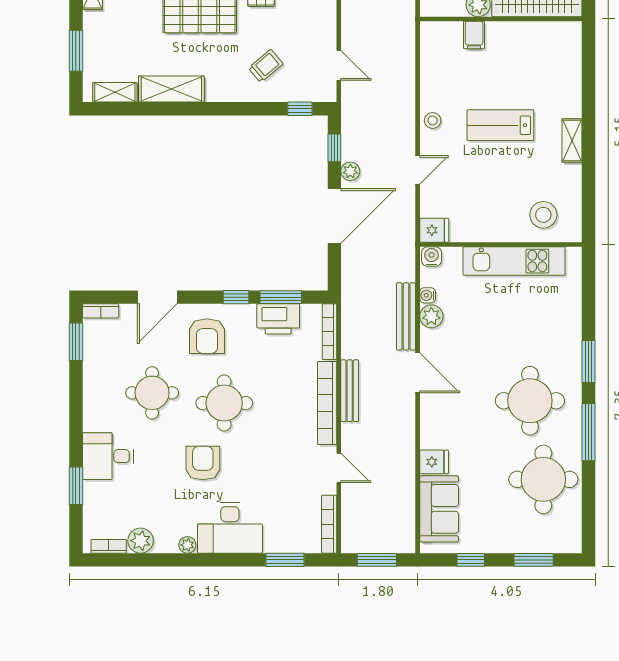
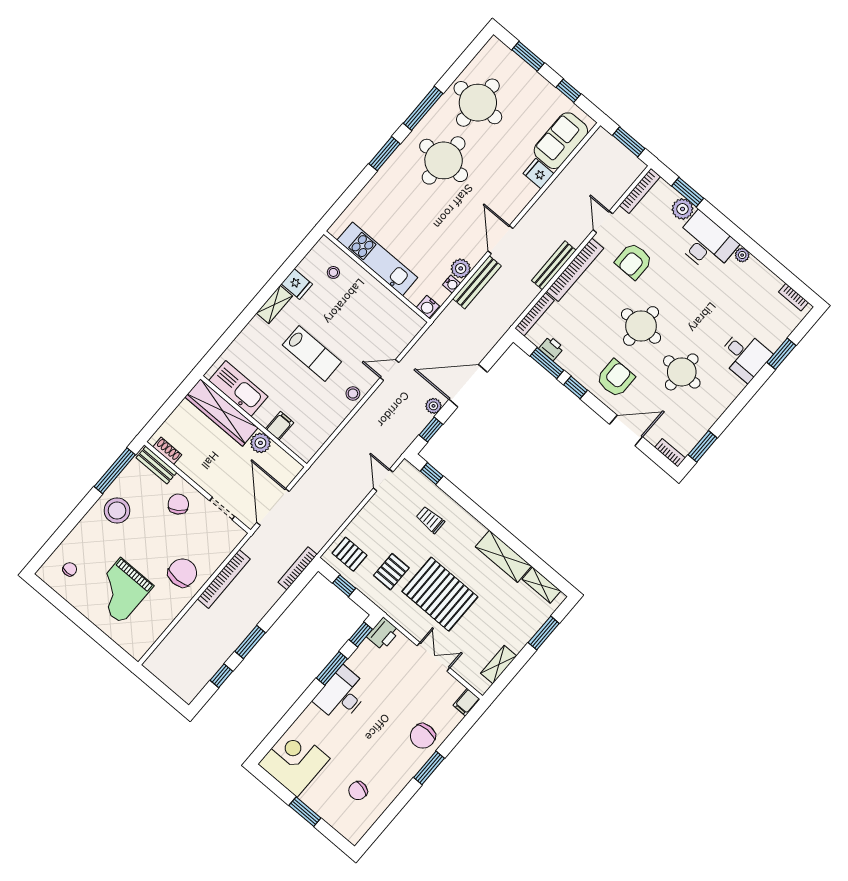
kitchen sink: (540, 37) -> (238, 388), added
trolley: (266, 66) -> (430, 520), turned 40
stool: (543, 215) -> (333, 272), width x0.53, depth x0.53
fridge: (434, 230) -> (297, 284), moved, turned 180
printer: (278, 319) -> (551, 348), width x0.53, depth x0.68
armchair: (203, 463) -> (634, 261), moved
plant: (141, 541) -> (683, 209), moved

